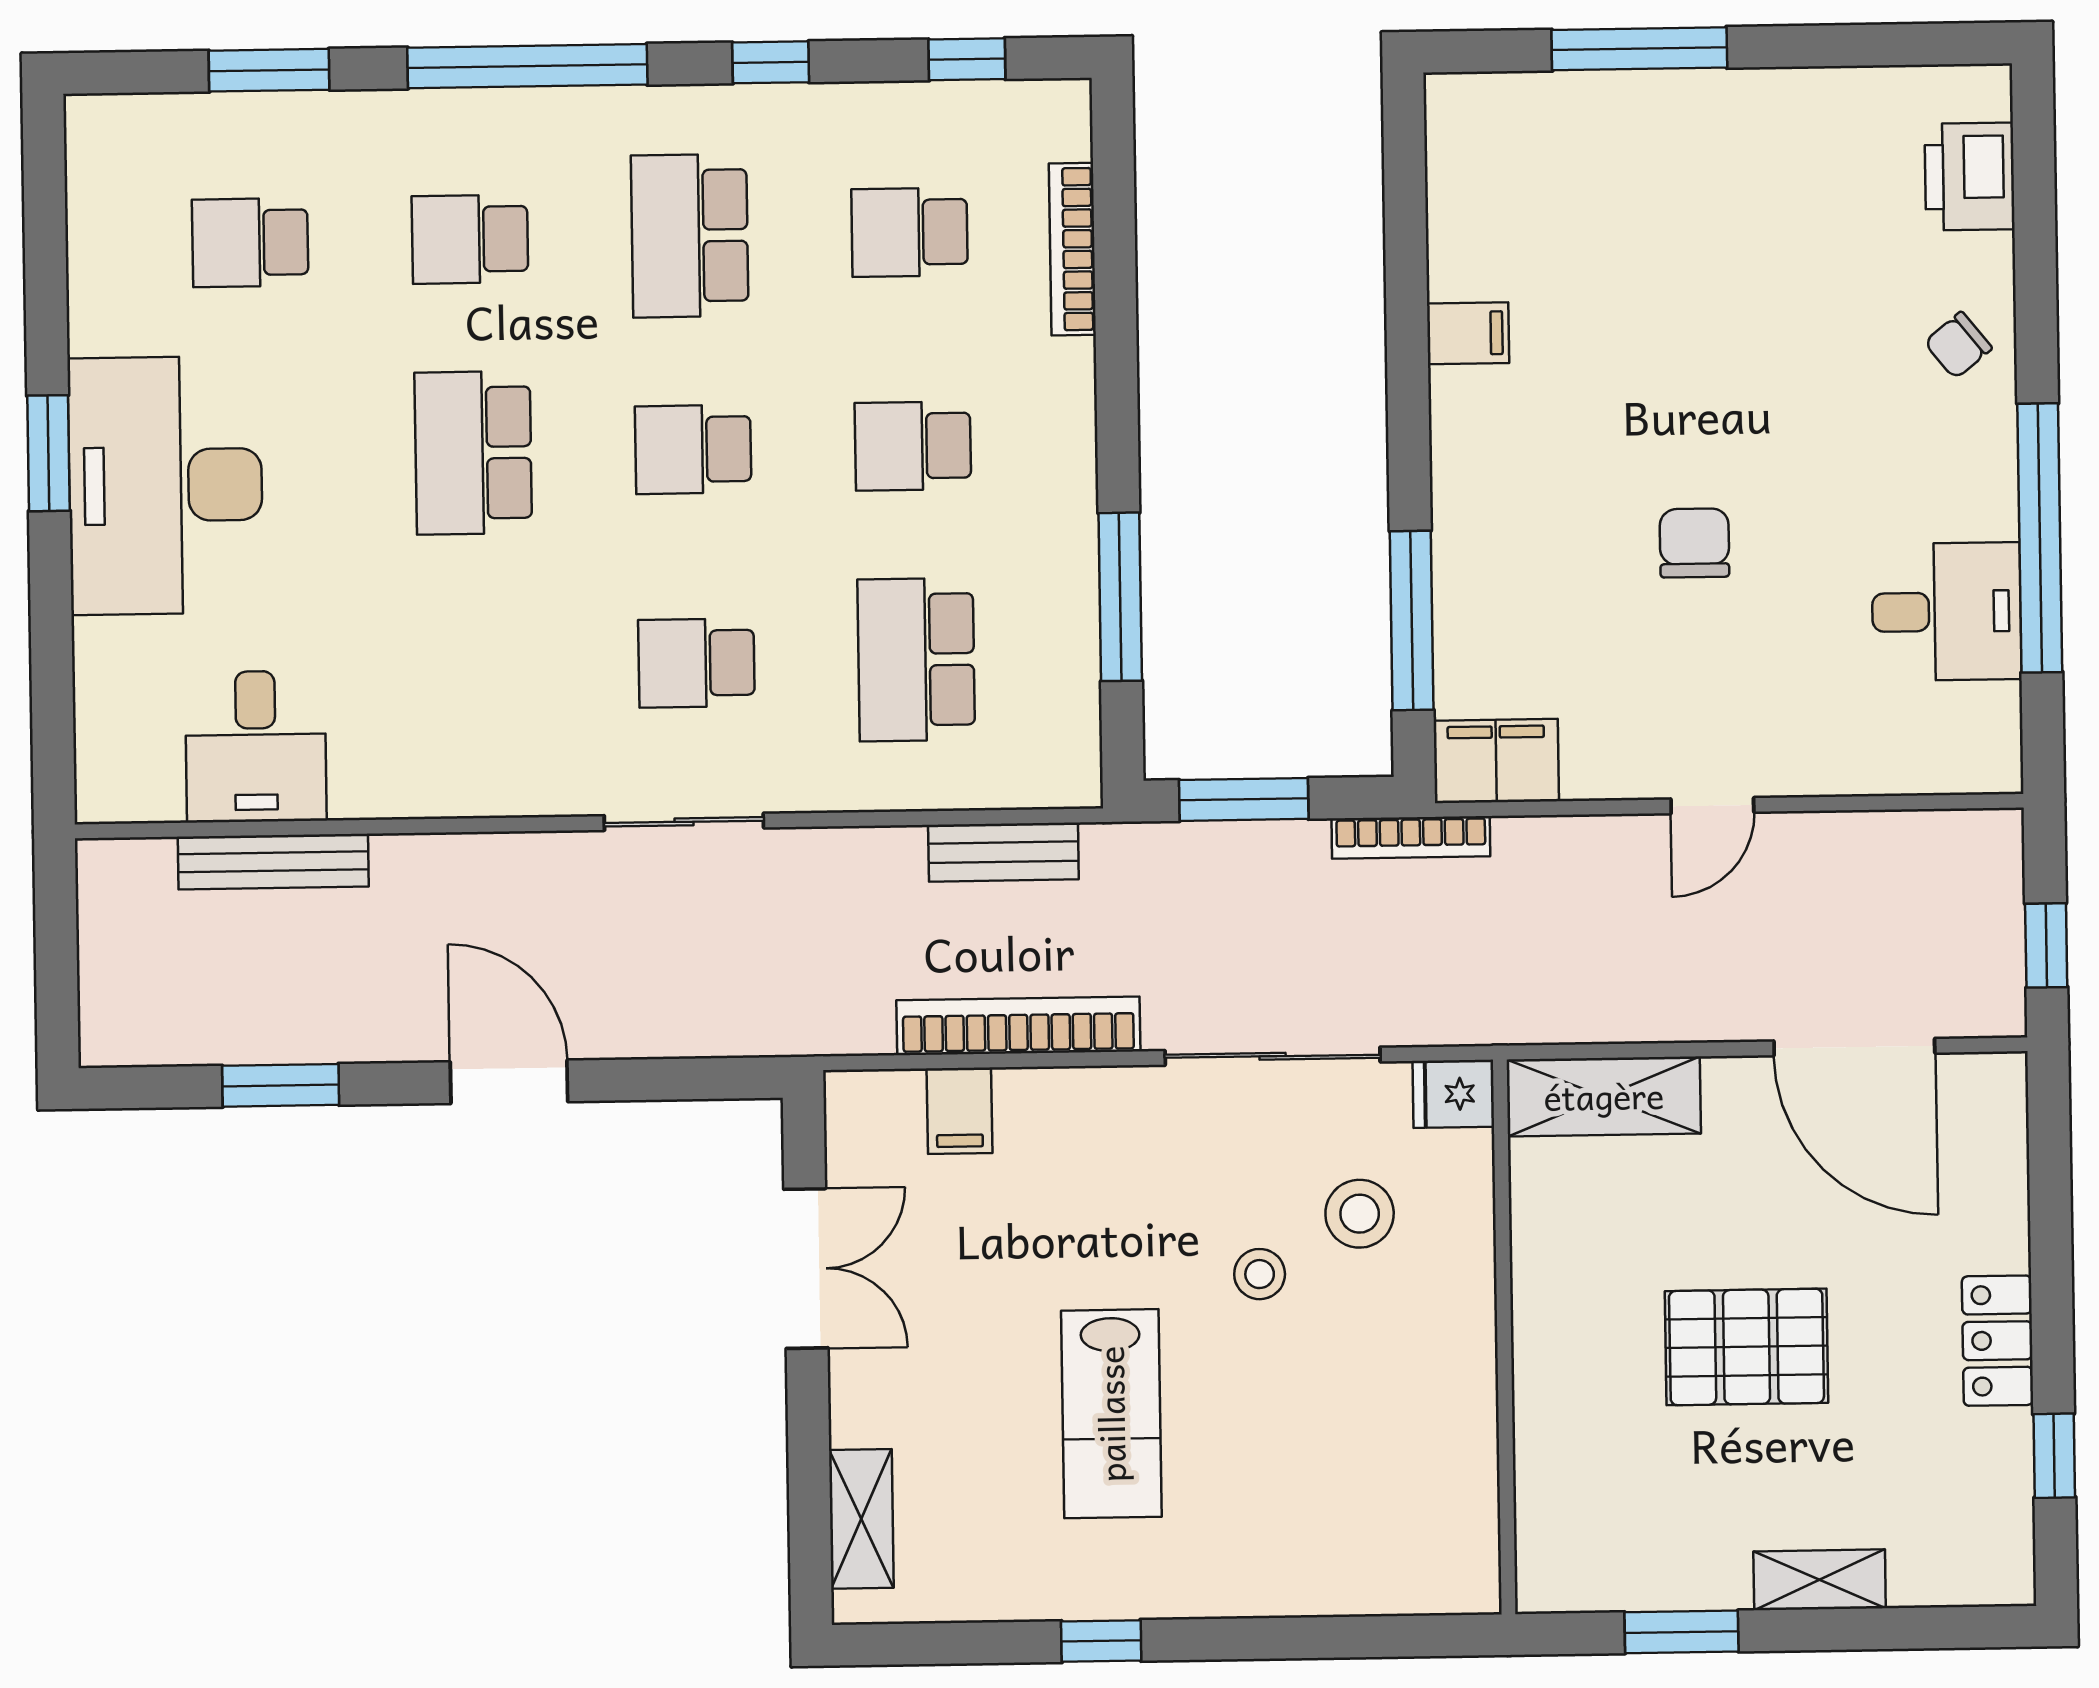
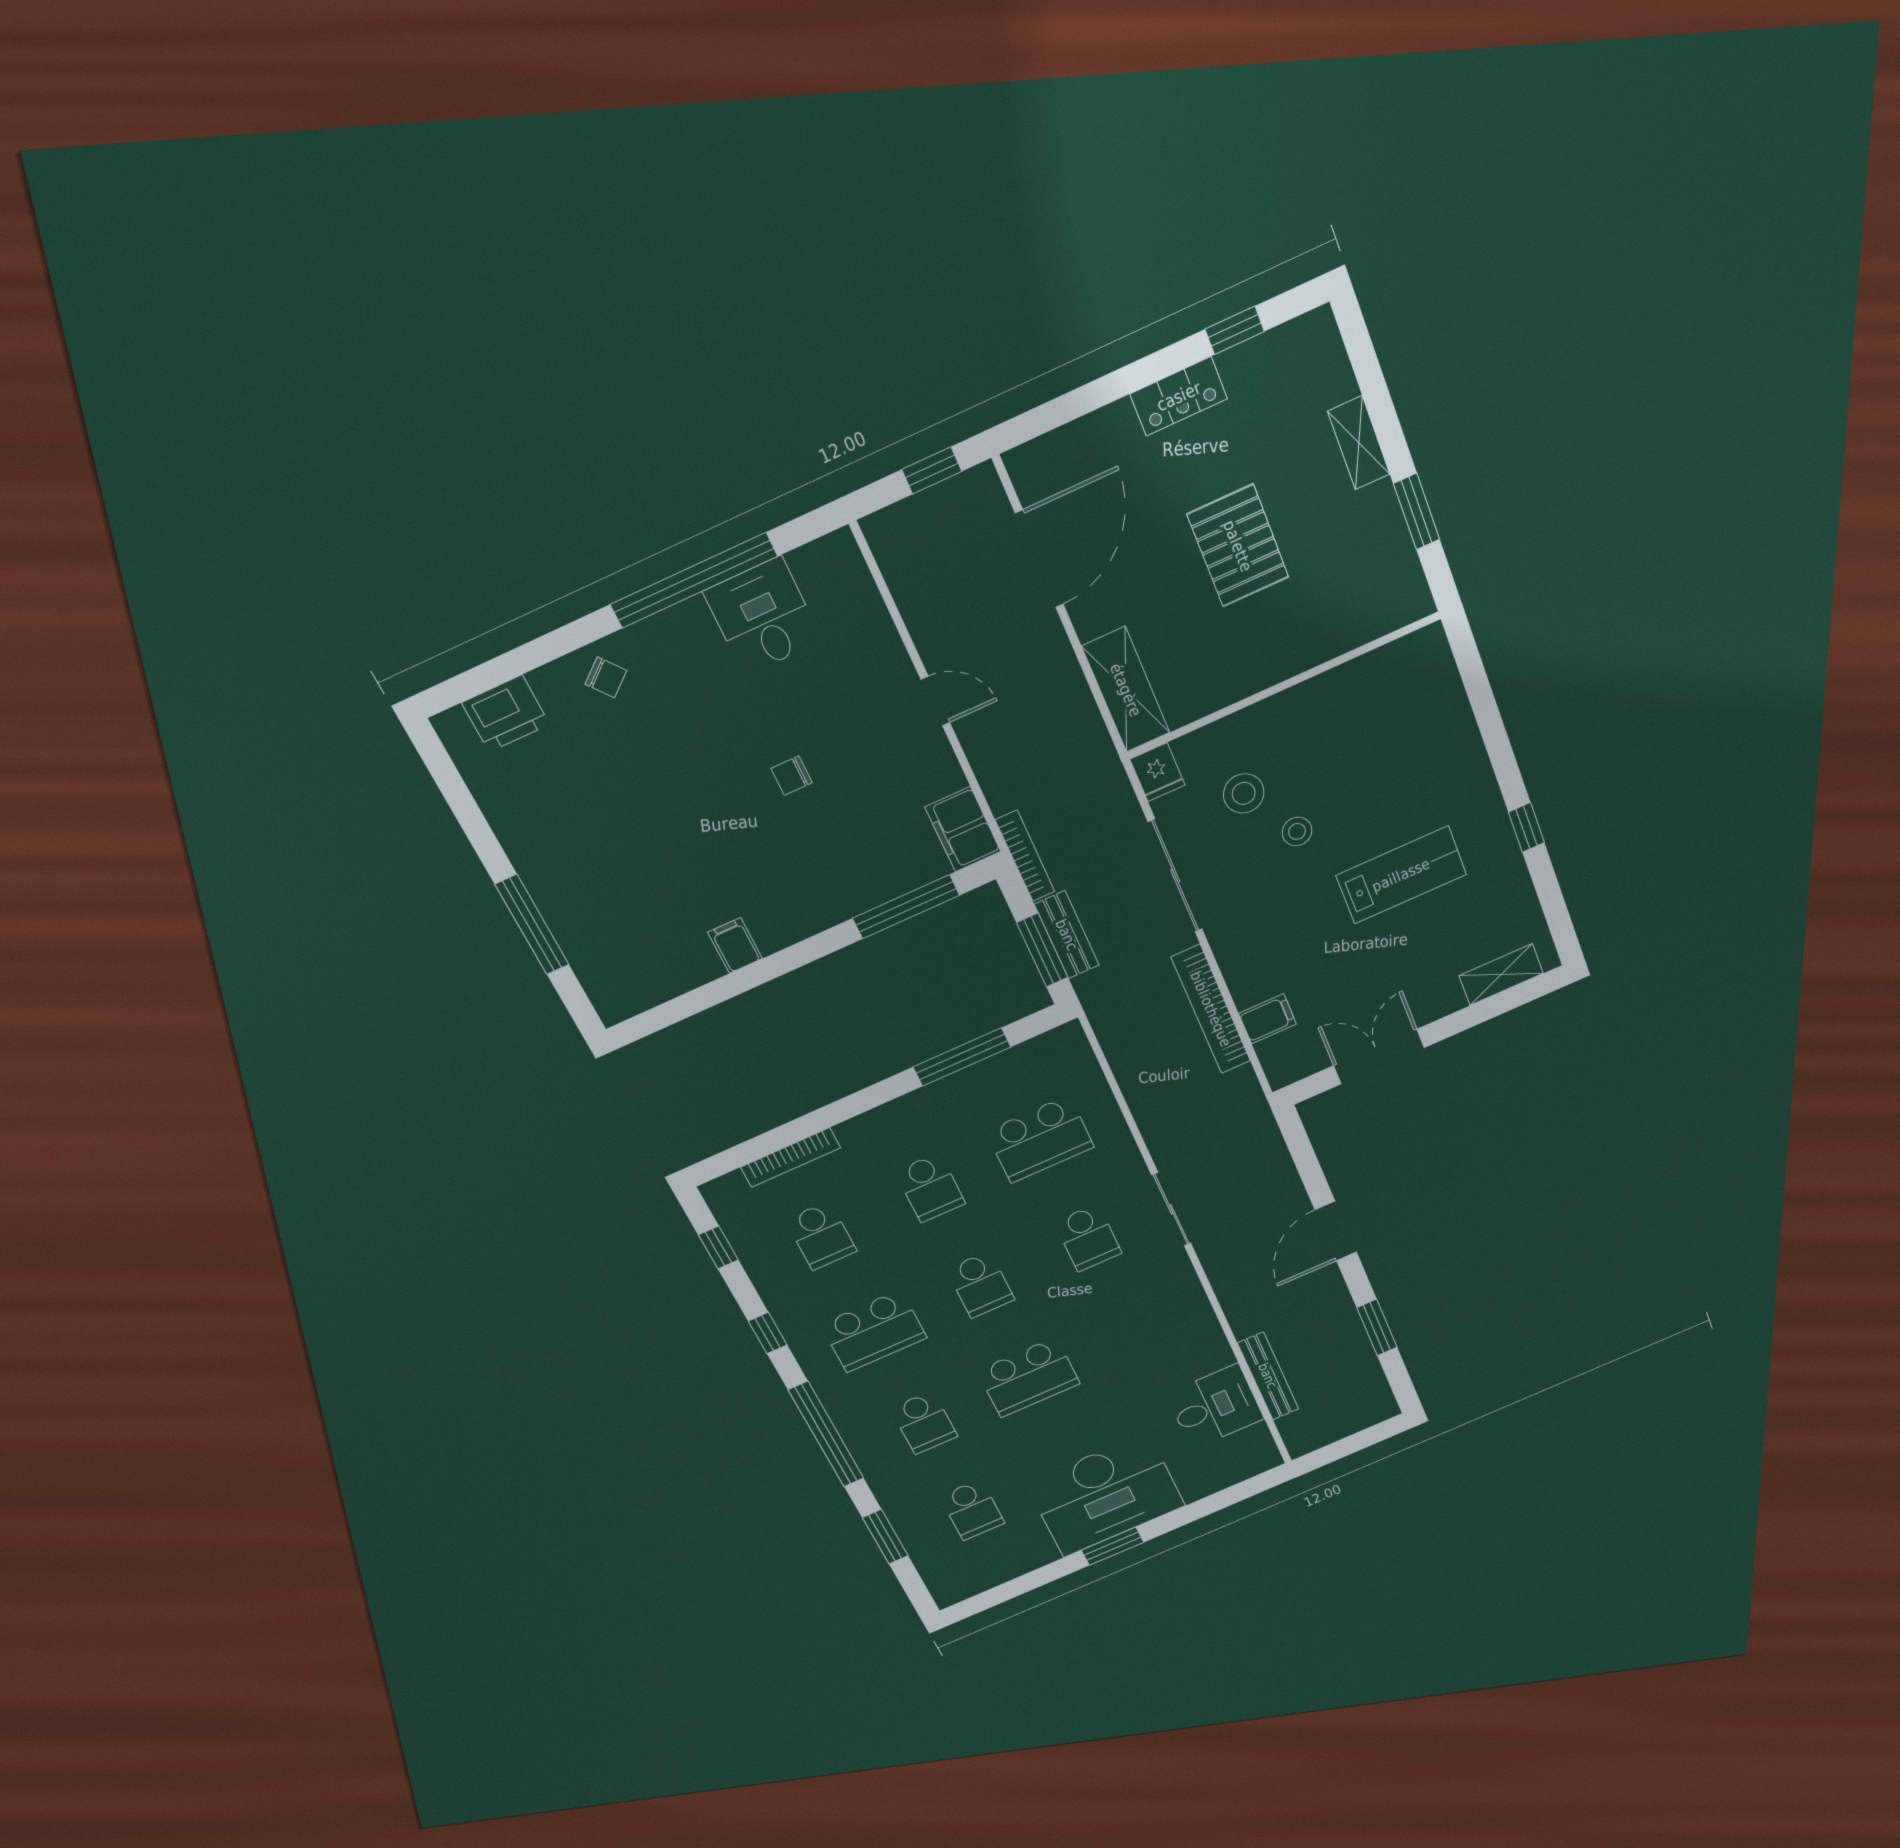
chair: (1694, 543) -> (792, 776), width x0.73, depth x0.73
bench: (1003, 852) -> (1067, 935), moved

